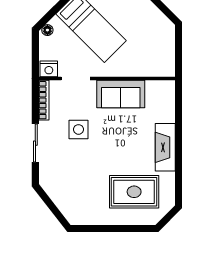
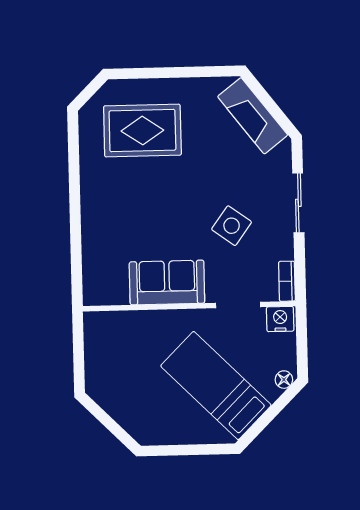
bookcase: (44, 100) -> (287, 281), width x0.64
side table: (79, 129) -> (232, 226), turned 36
fireplace: (165, 147) -> (253, 116), moved, turned 142

